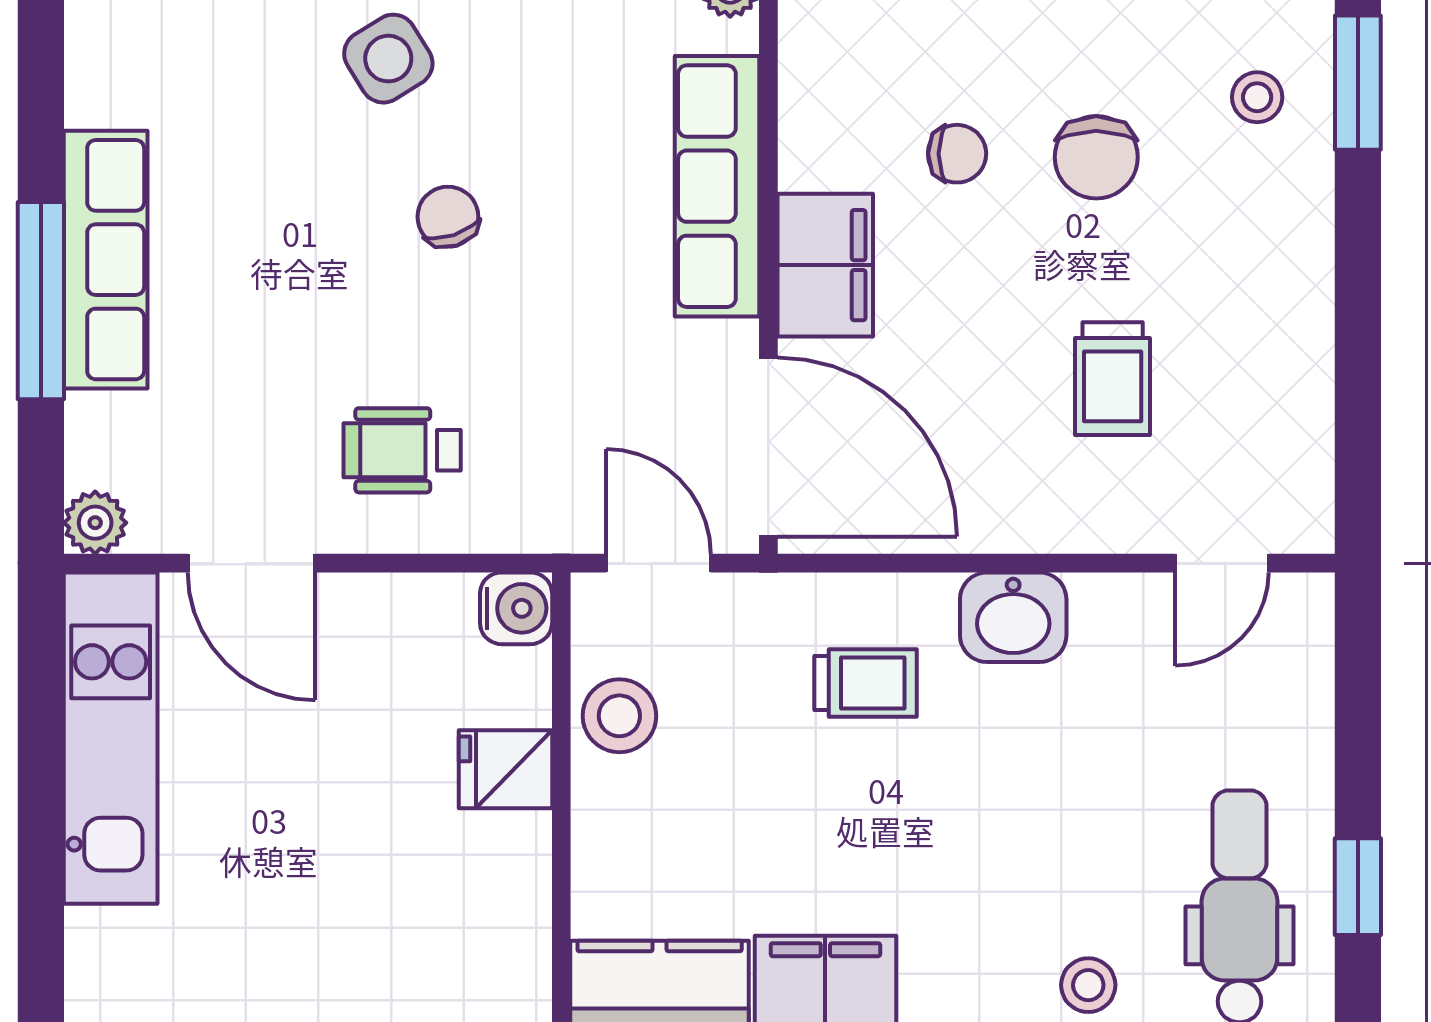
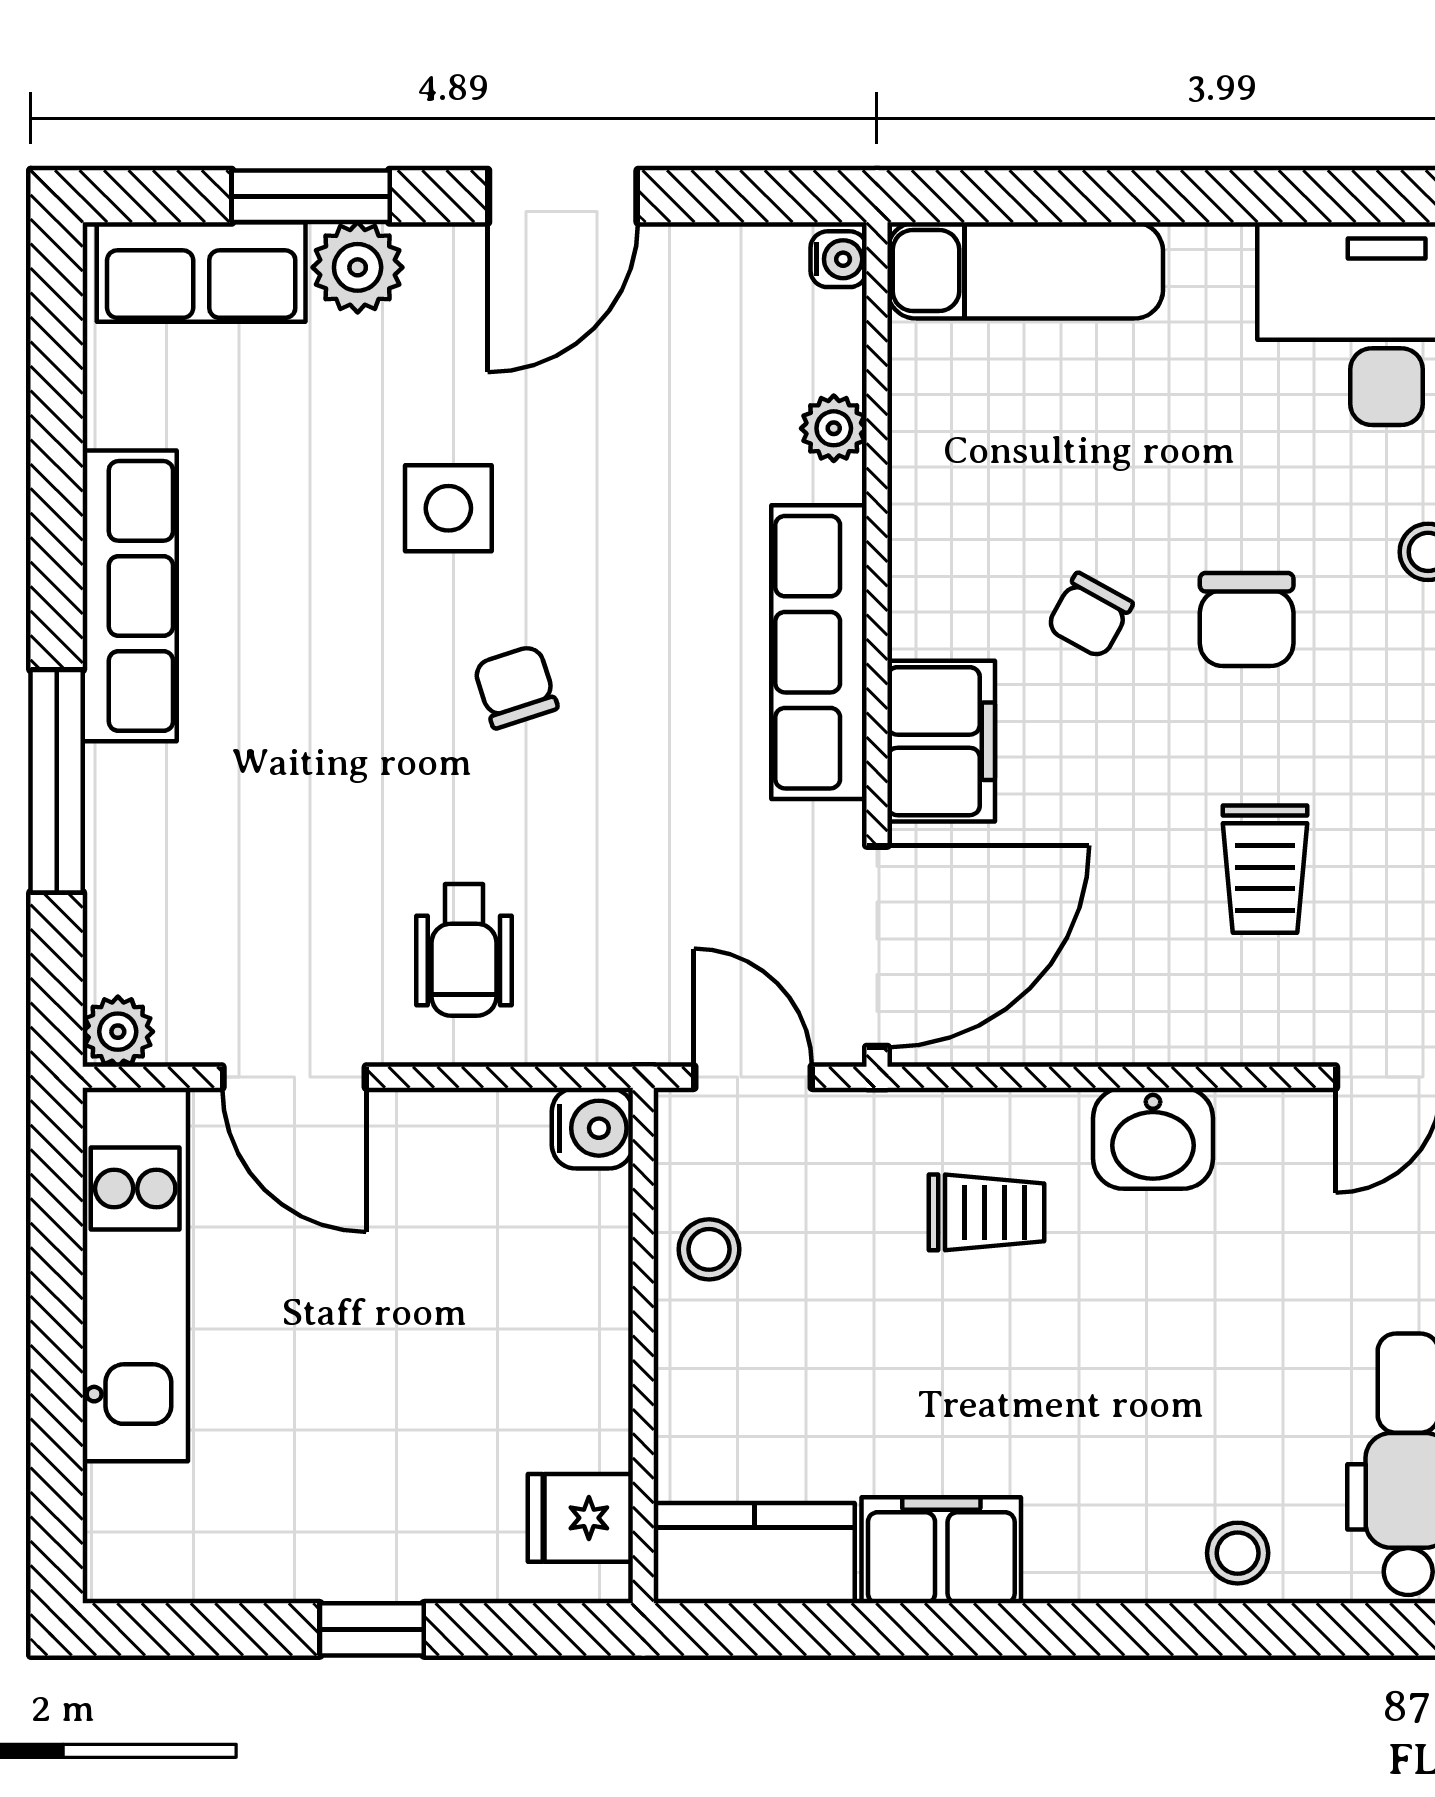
side table: (388, 59) -> (448, 508), turned 32
chair: (957, 154) -> (1090, 616), turned 119
row of seats: (106, 260) -> (130, 596), moved
door: (768, 447) -> (877, 946), hinge flipped
wheelchair: (402, 450) -> (464, 950), turned -90
stool: (619, 716) -> (709, 1249), width x0.73, depth x0.73
fridge: (505, 769) -> (580, 1518), moved

